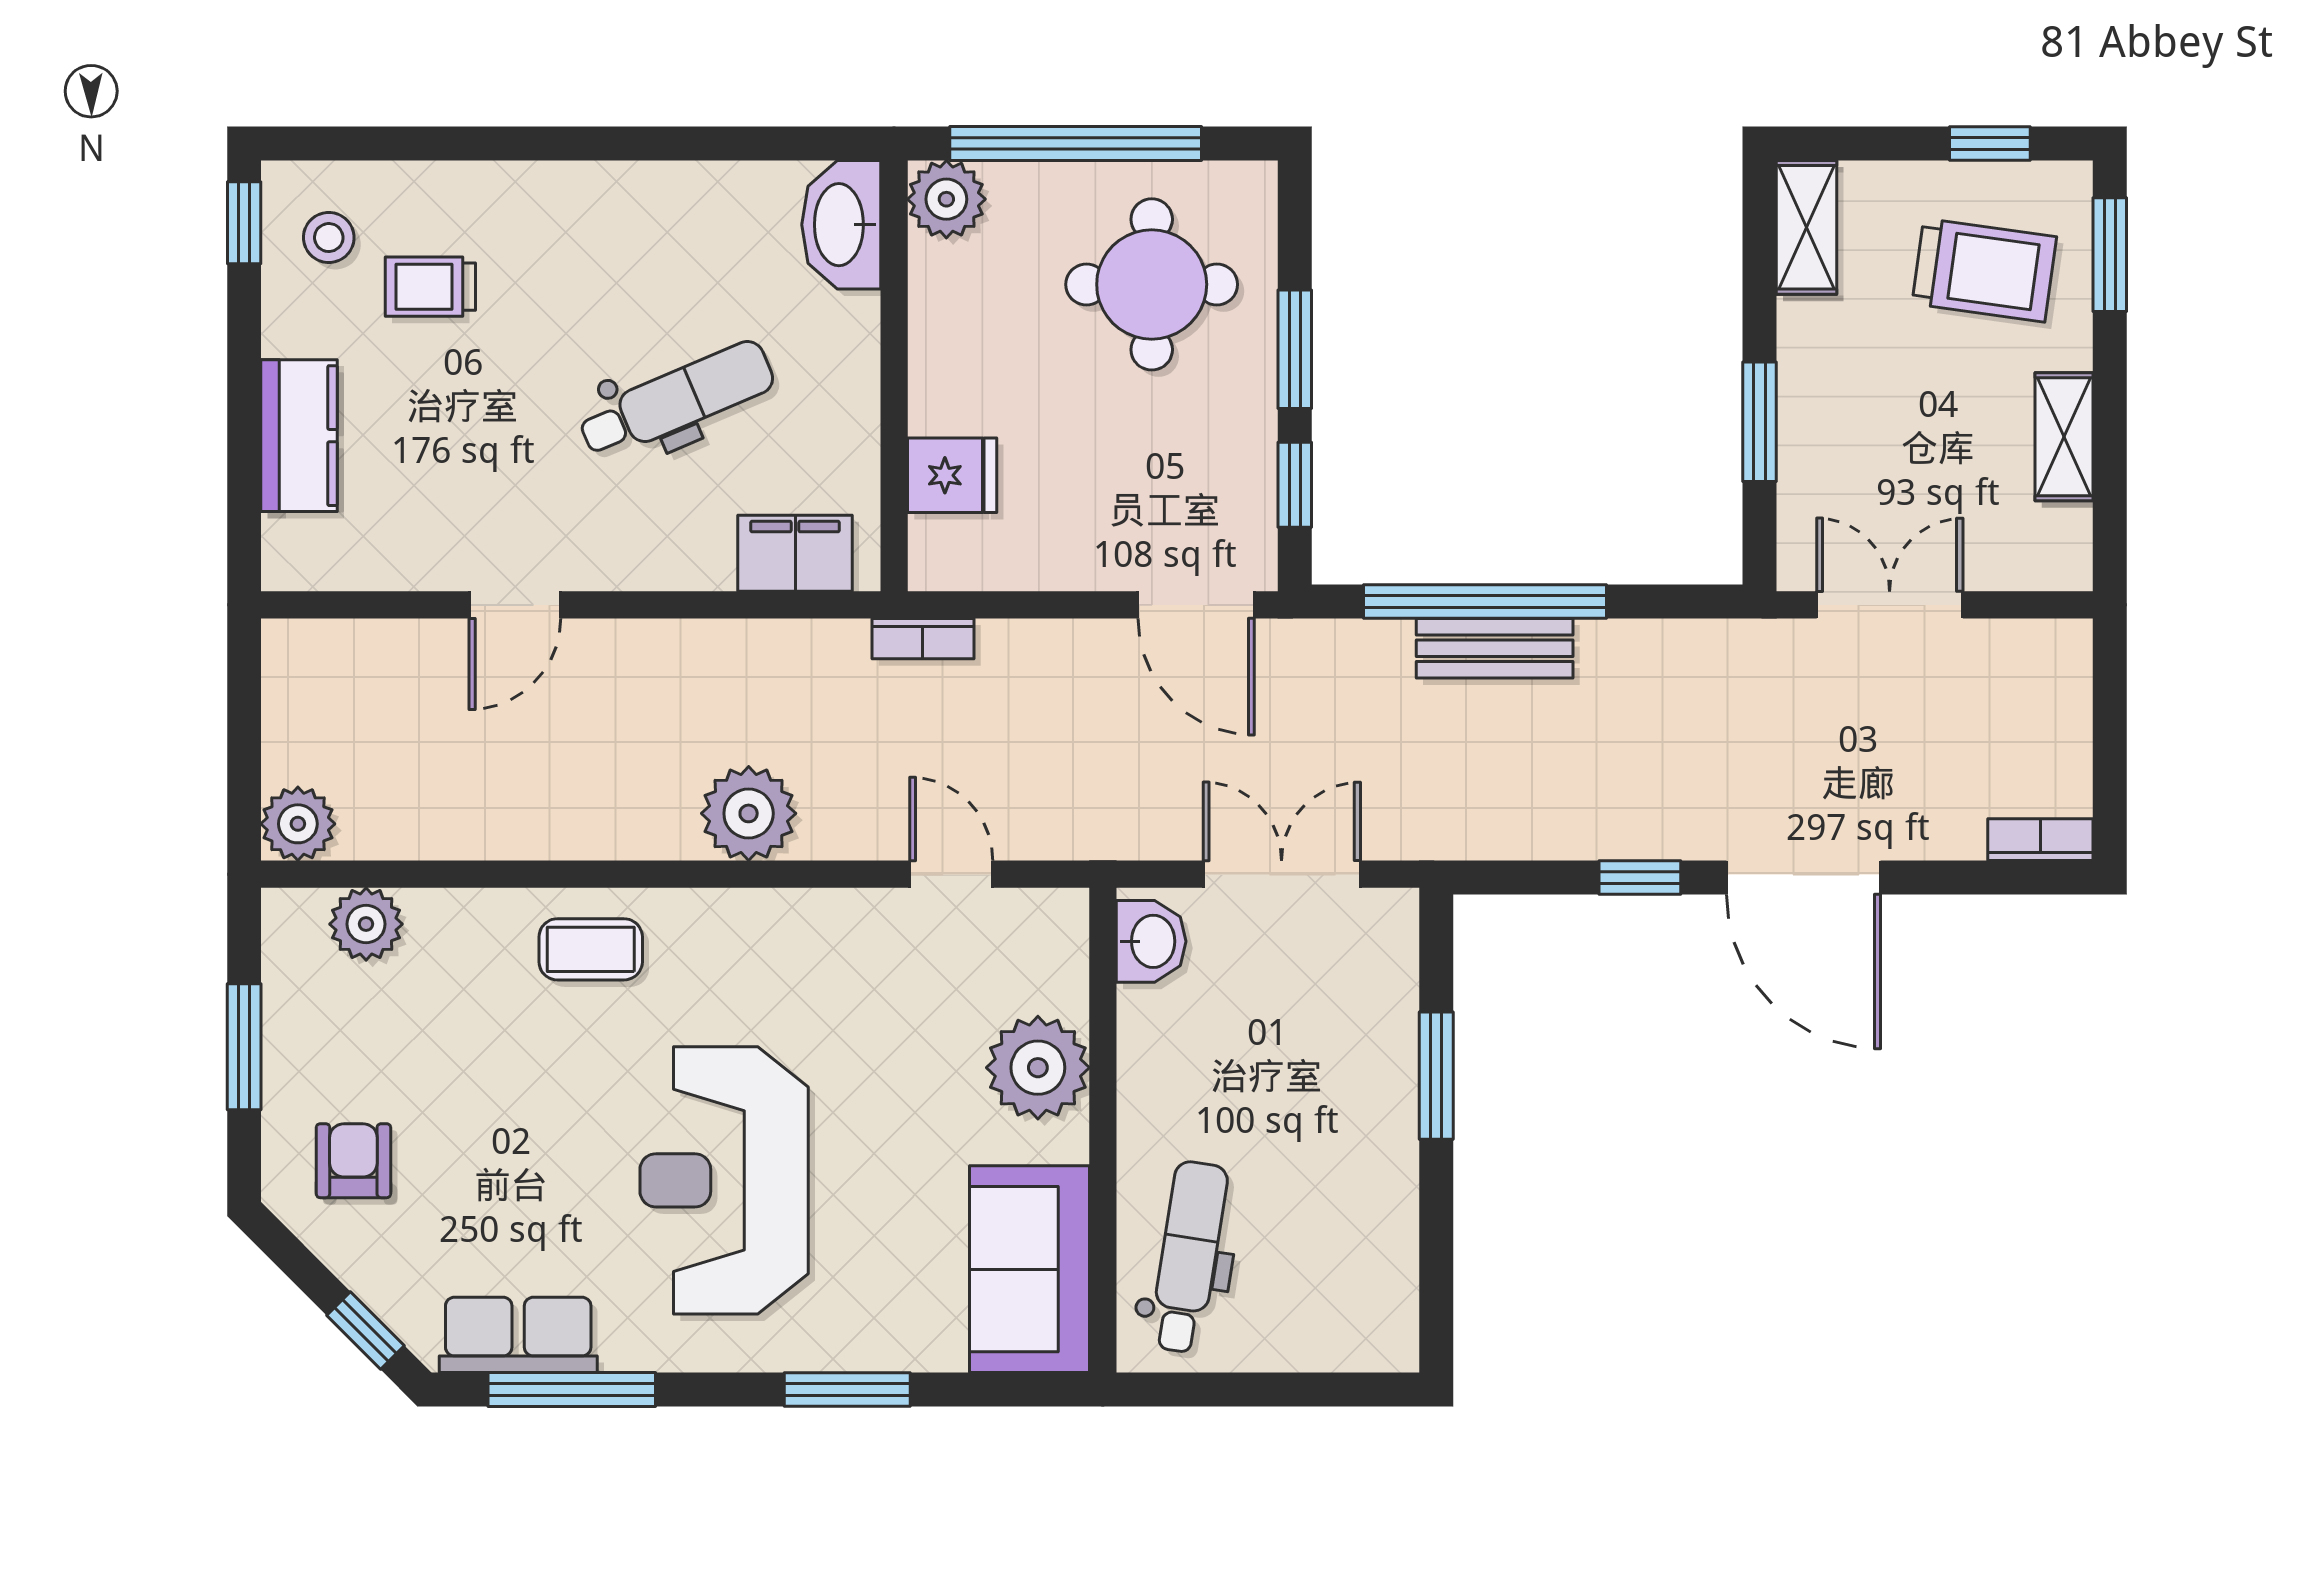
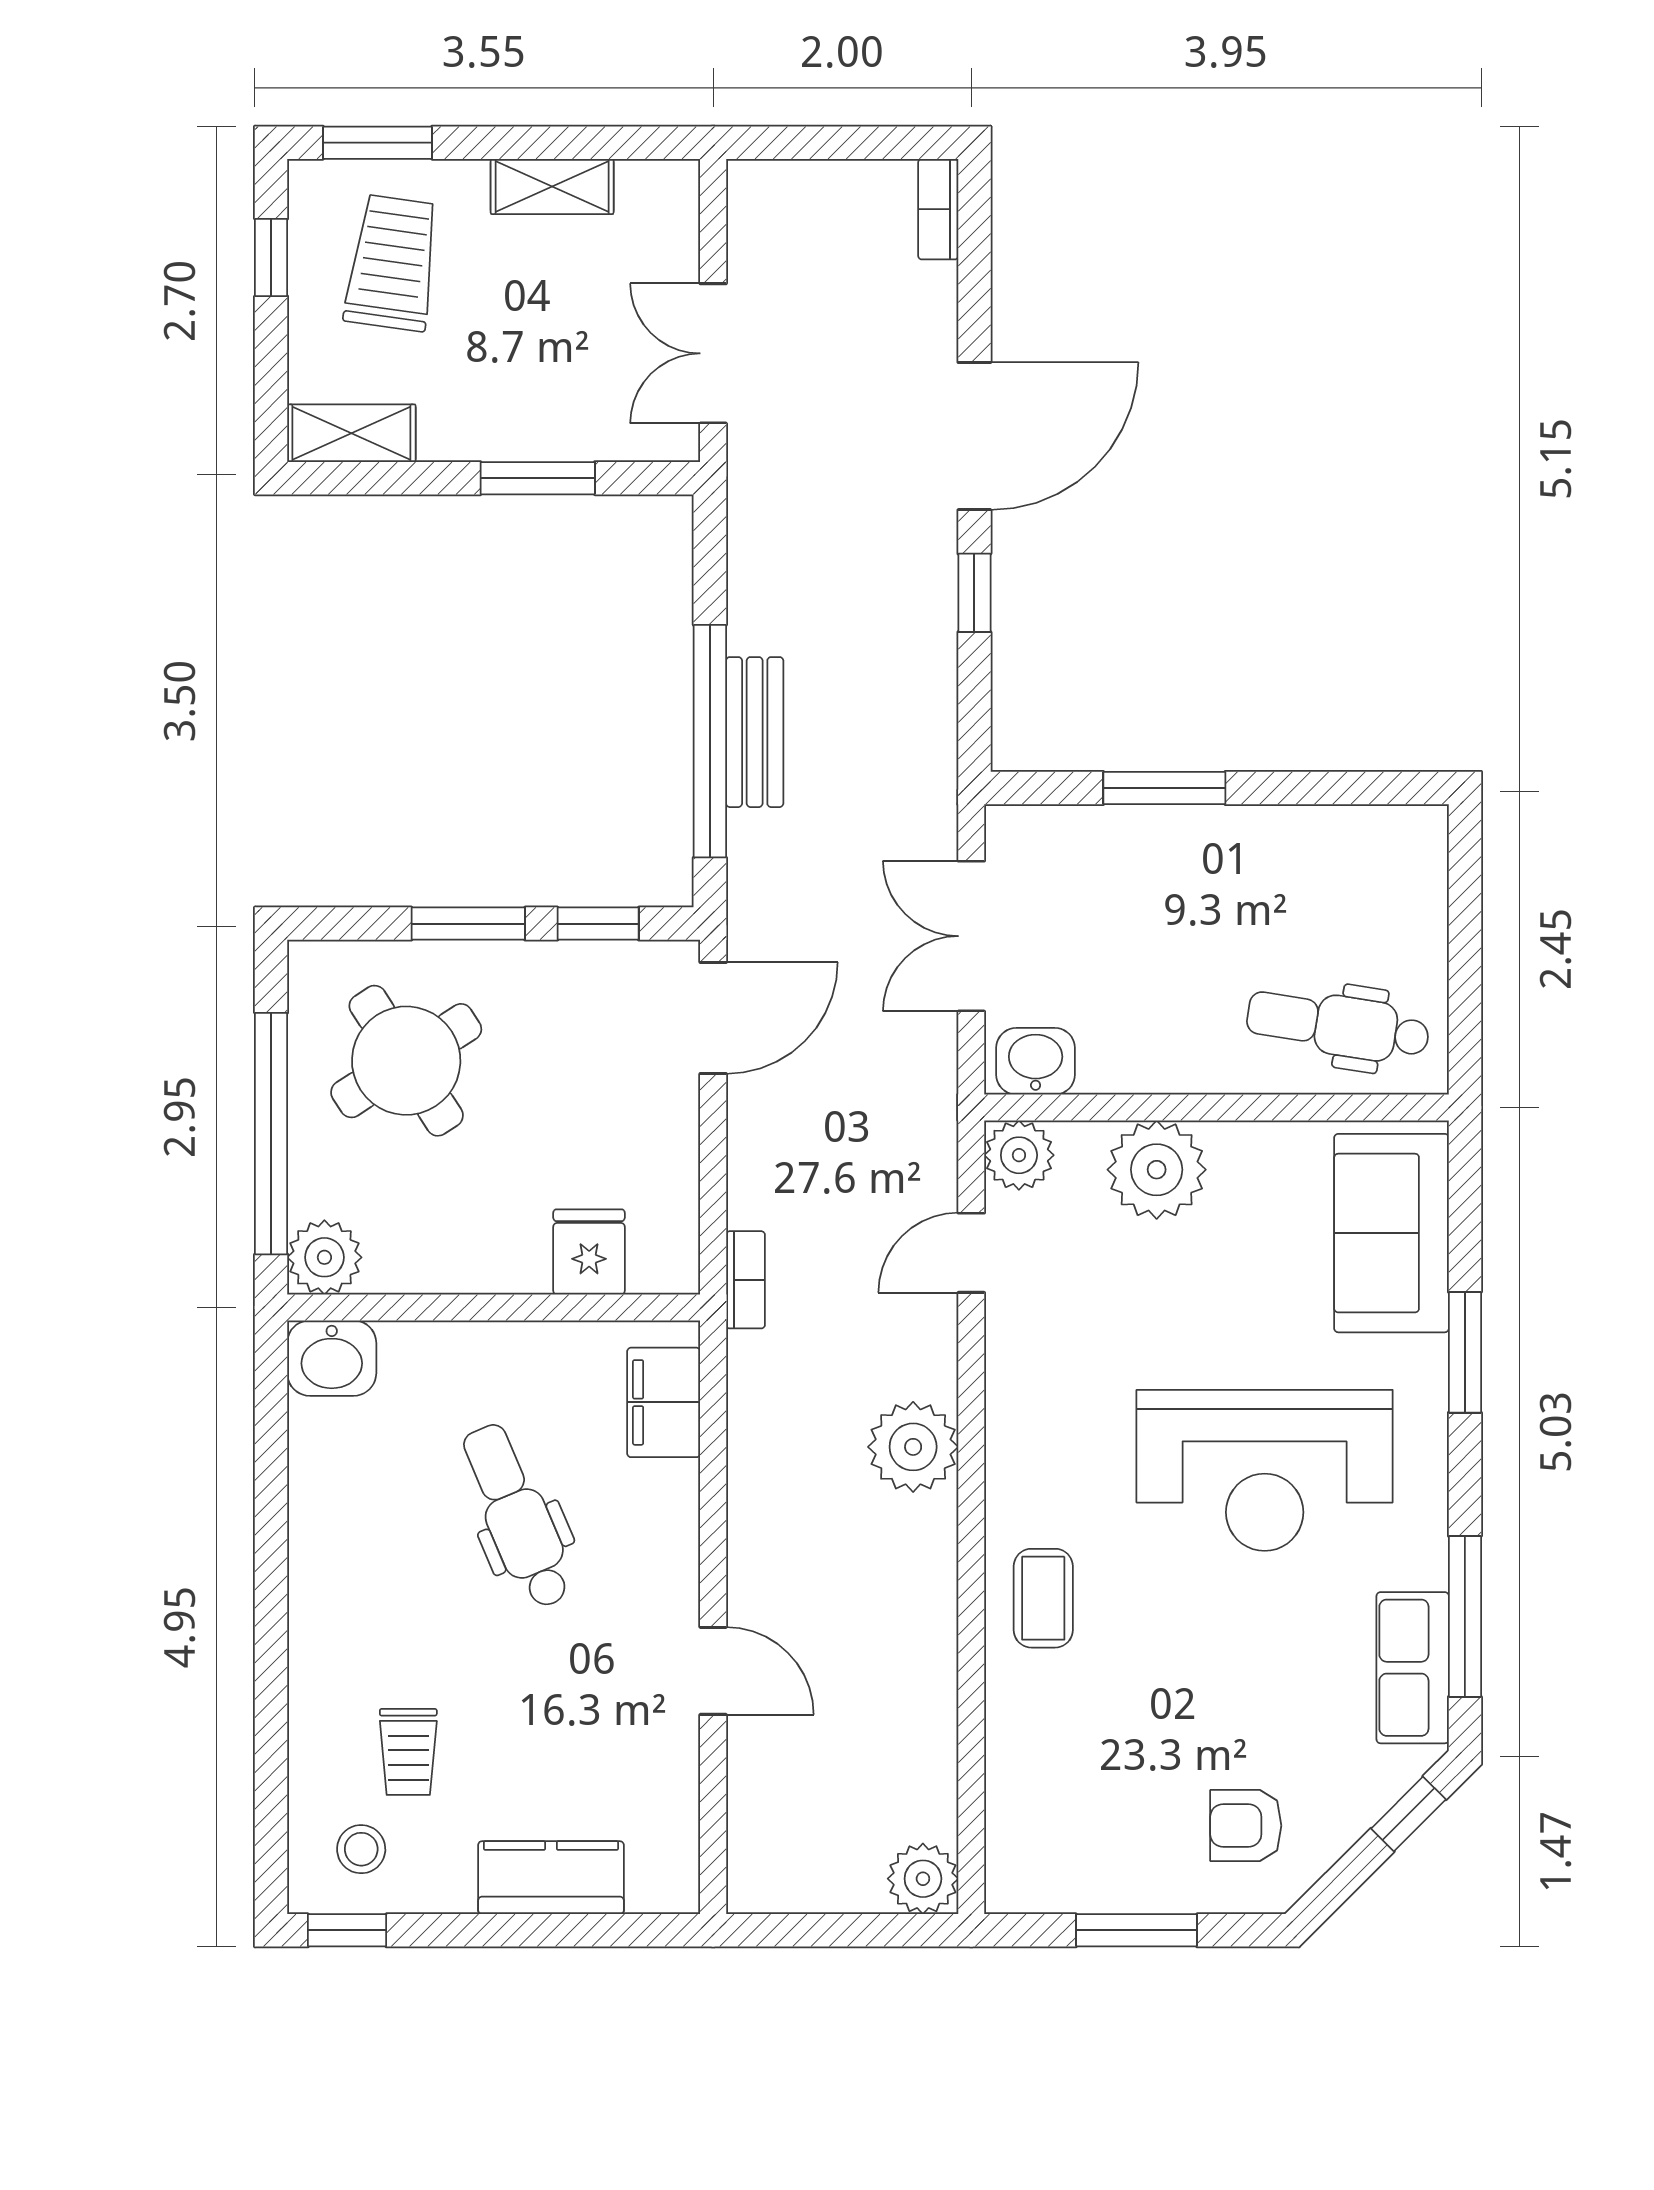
washbasin: (841, 225) -> (332, 1358), width x0.72
round table: (1152, 284) -> (406, 1061), turned -33
plant: (366, 924) -> (1019, 1155), moved
sofa: (1030, 1269) -> (1391, 1233), moved, turned 90

